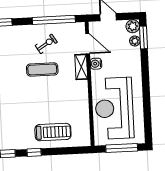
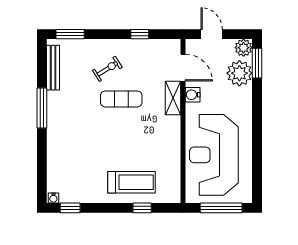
window: (54, 20) -> (140, 34), width x0.32
plant: (135, 41) -> (239, 73), width x1.88, depth x1.88
exercise bike: (46, 44) -> (107, 69), moved
window: (34, 152) -> (142, 208), moved

